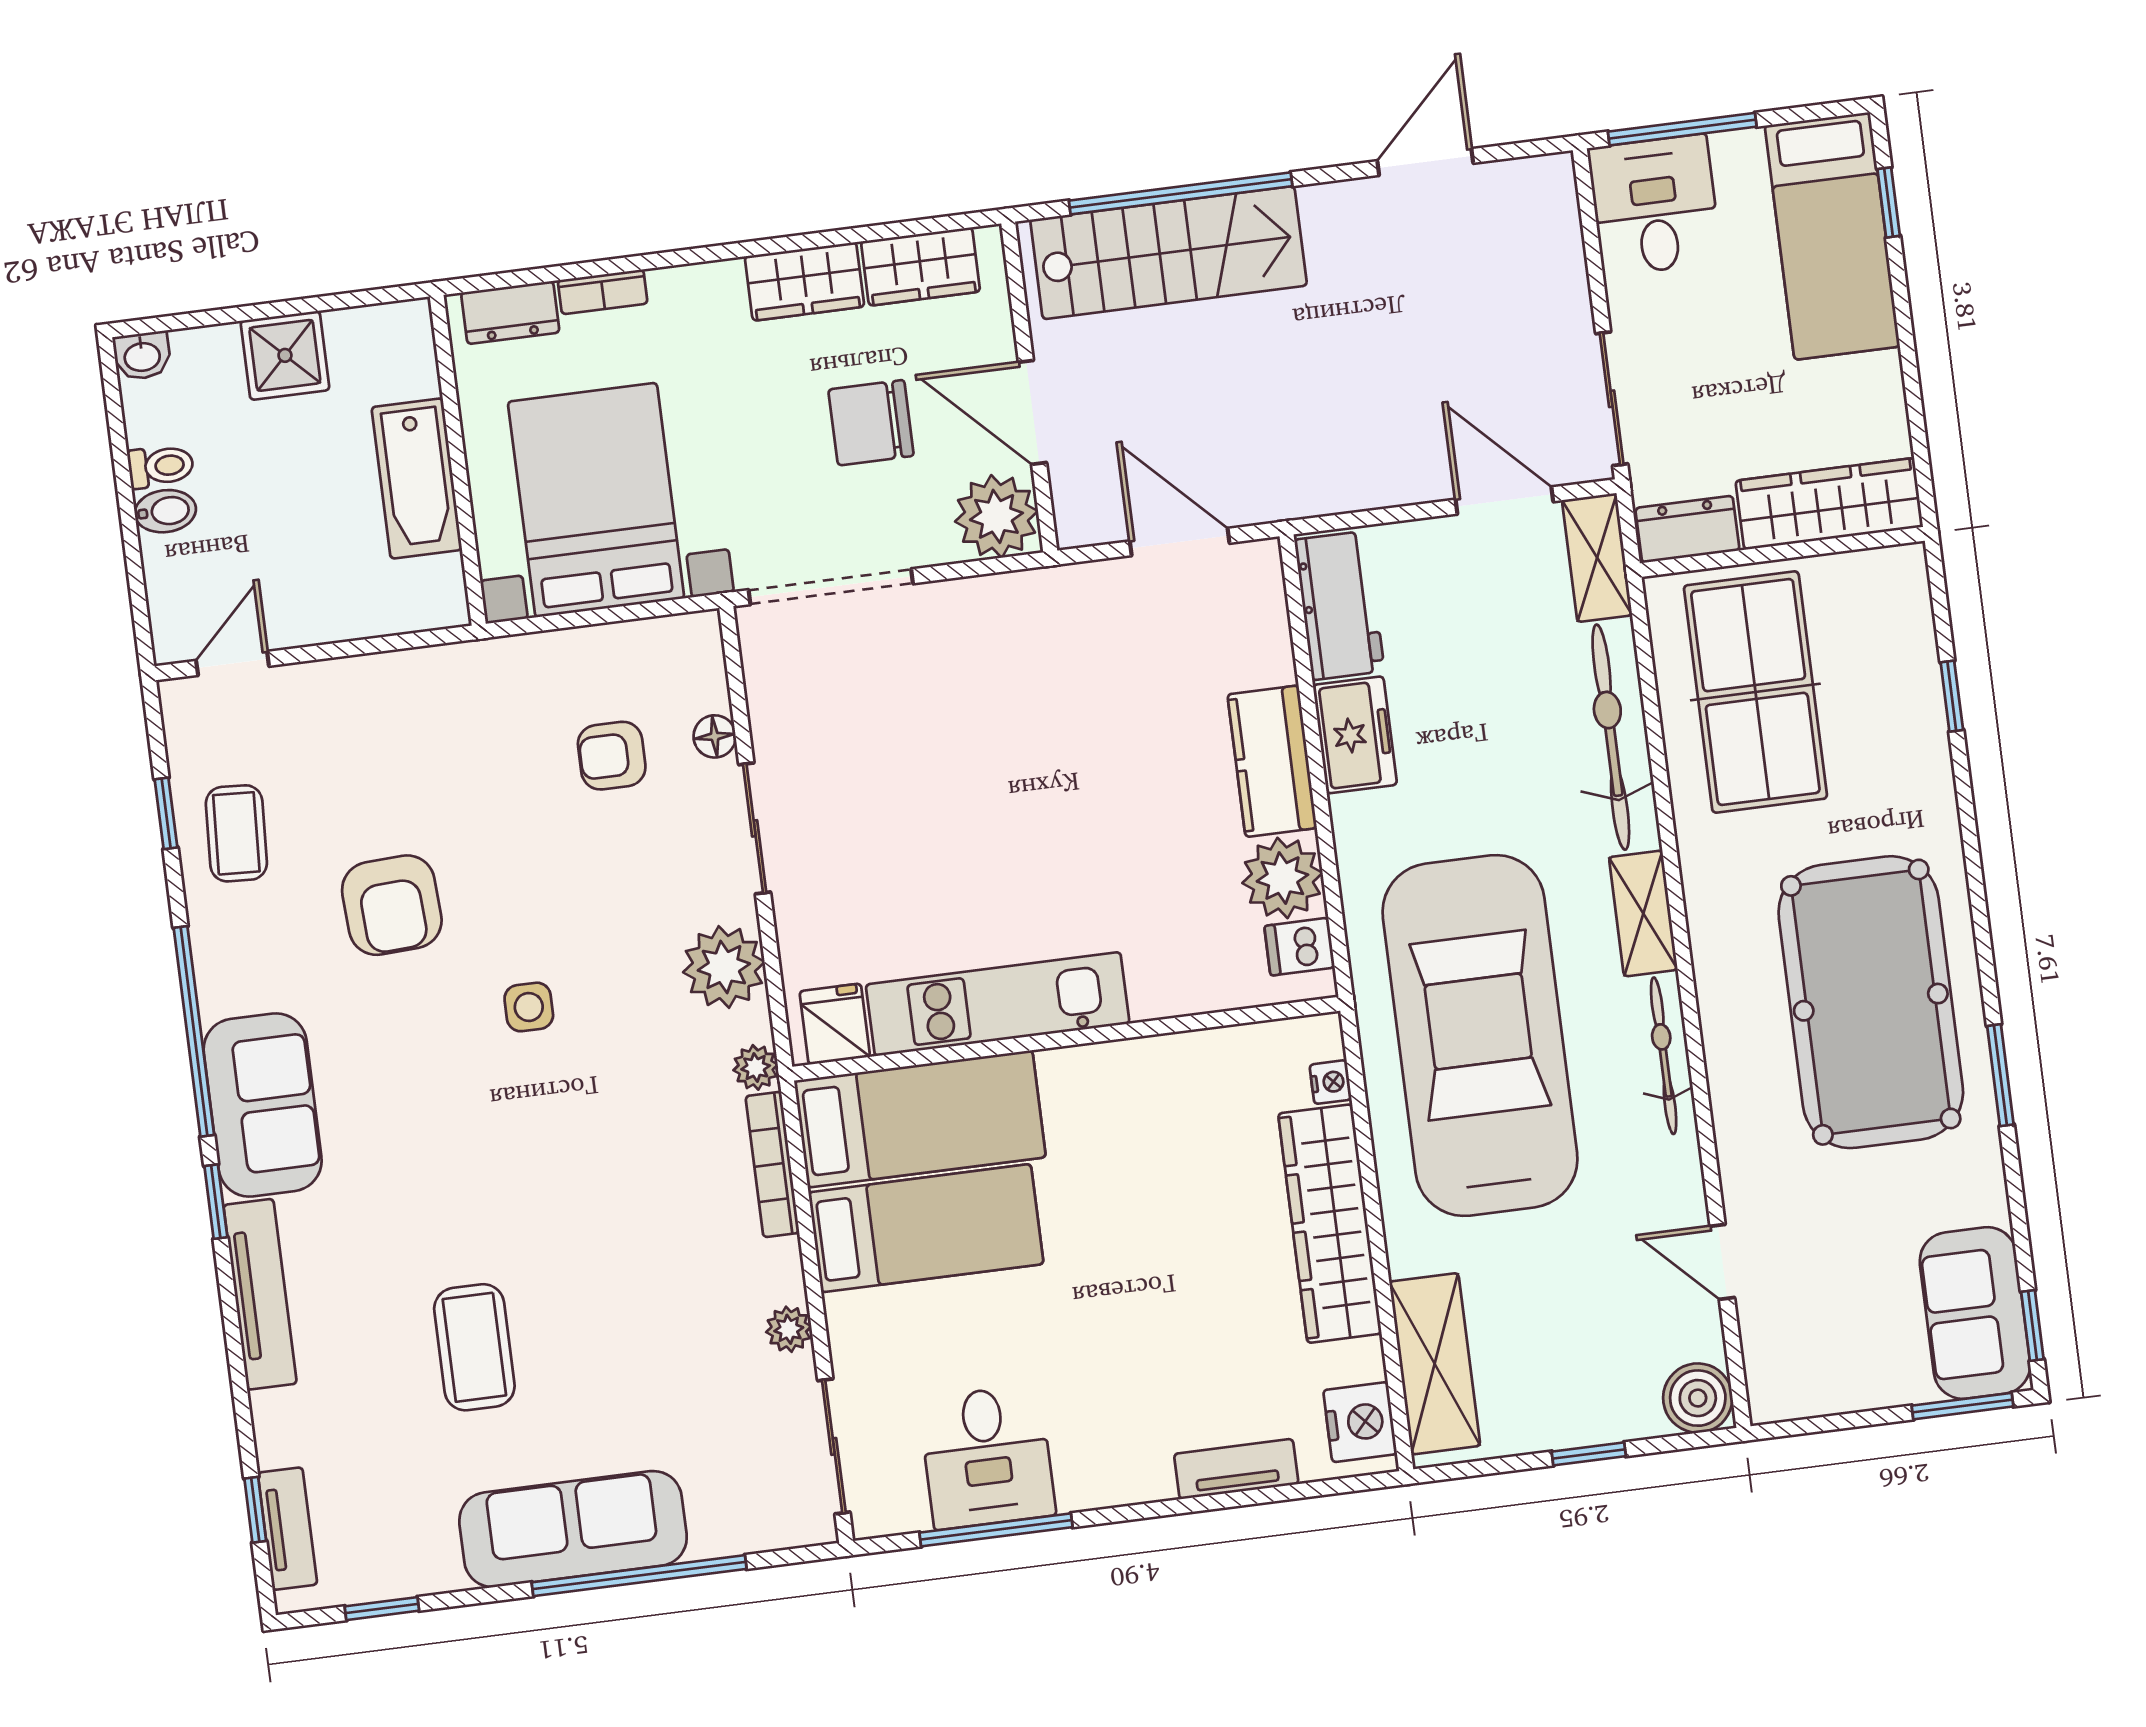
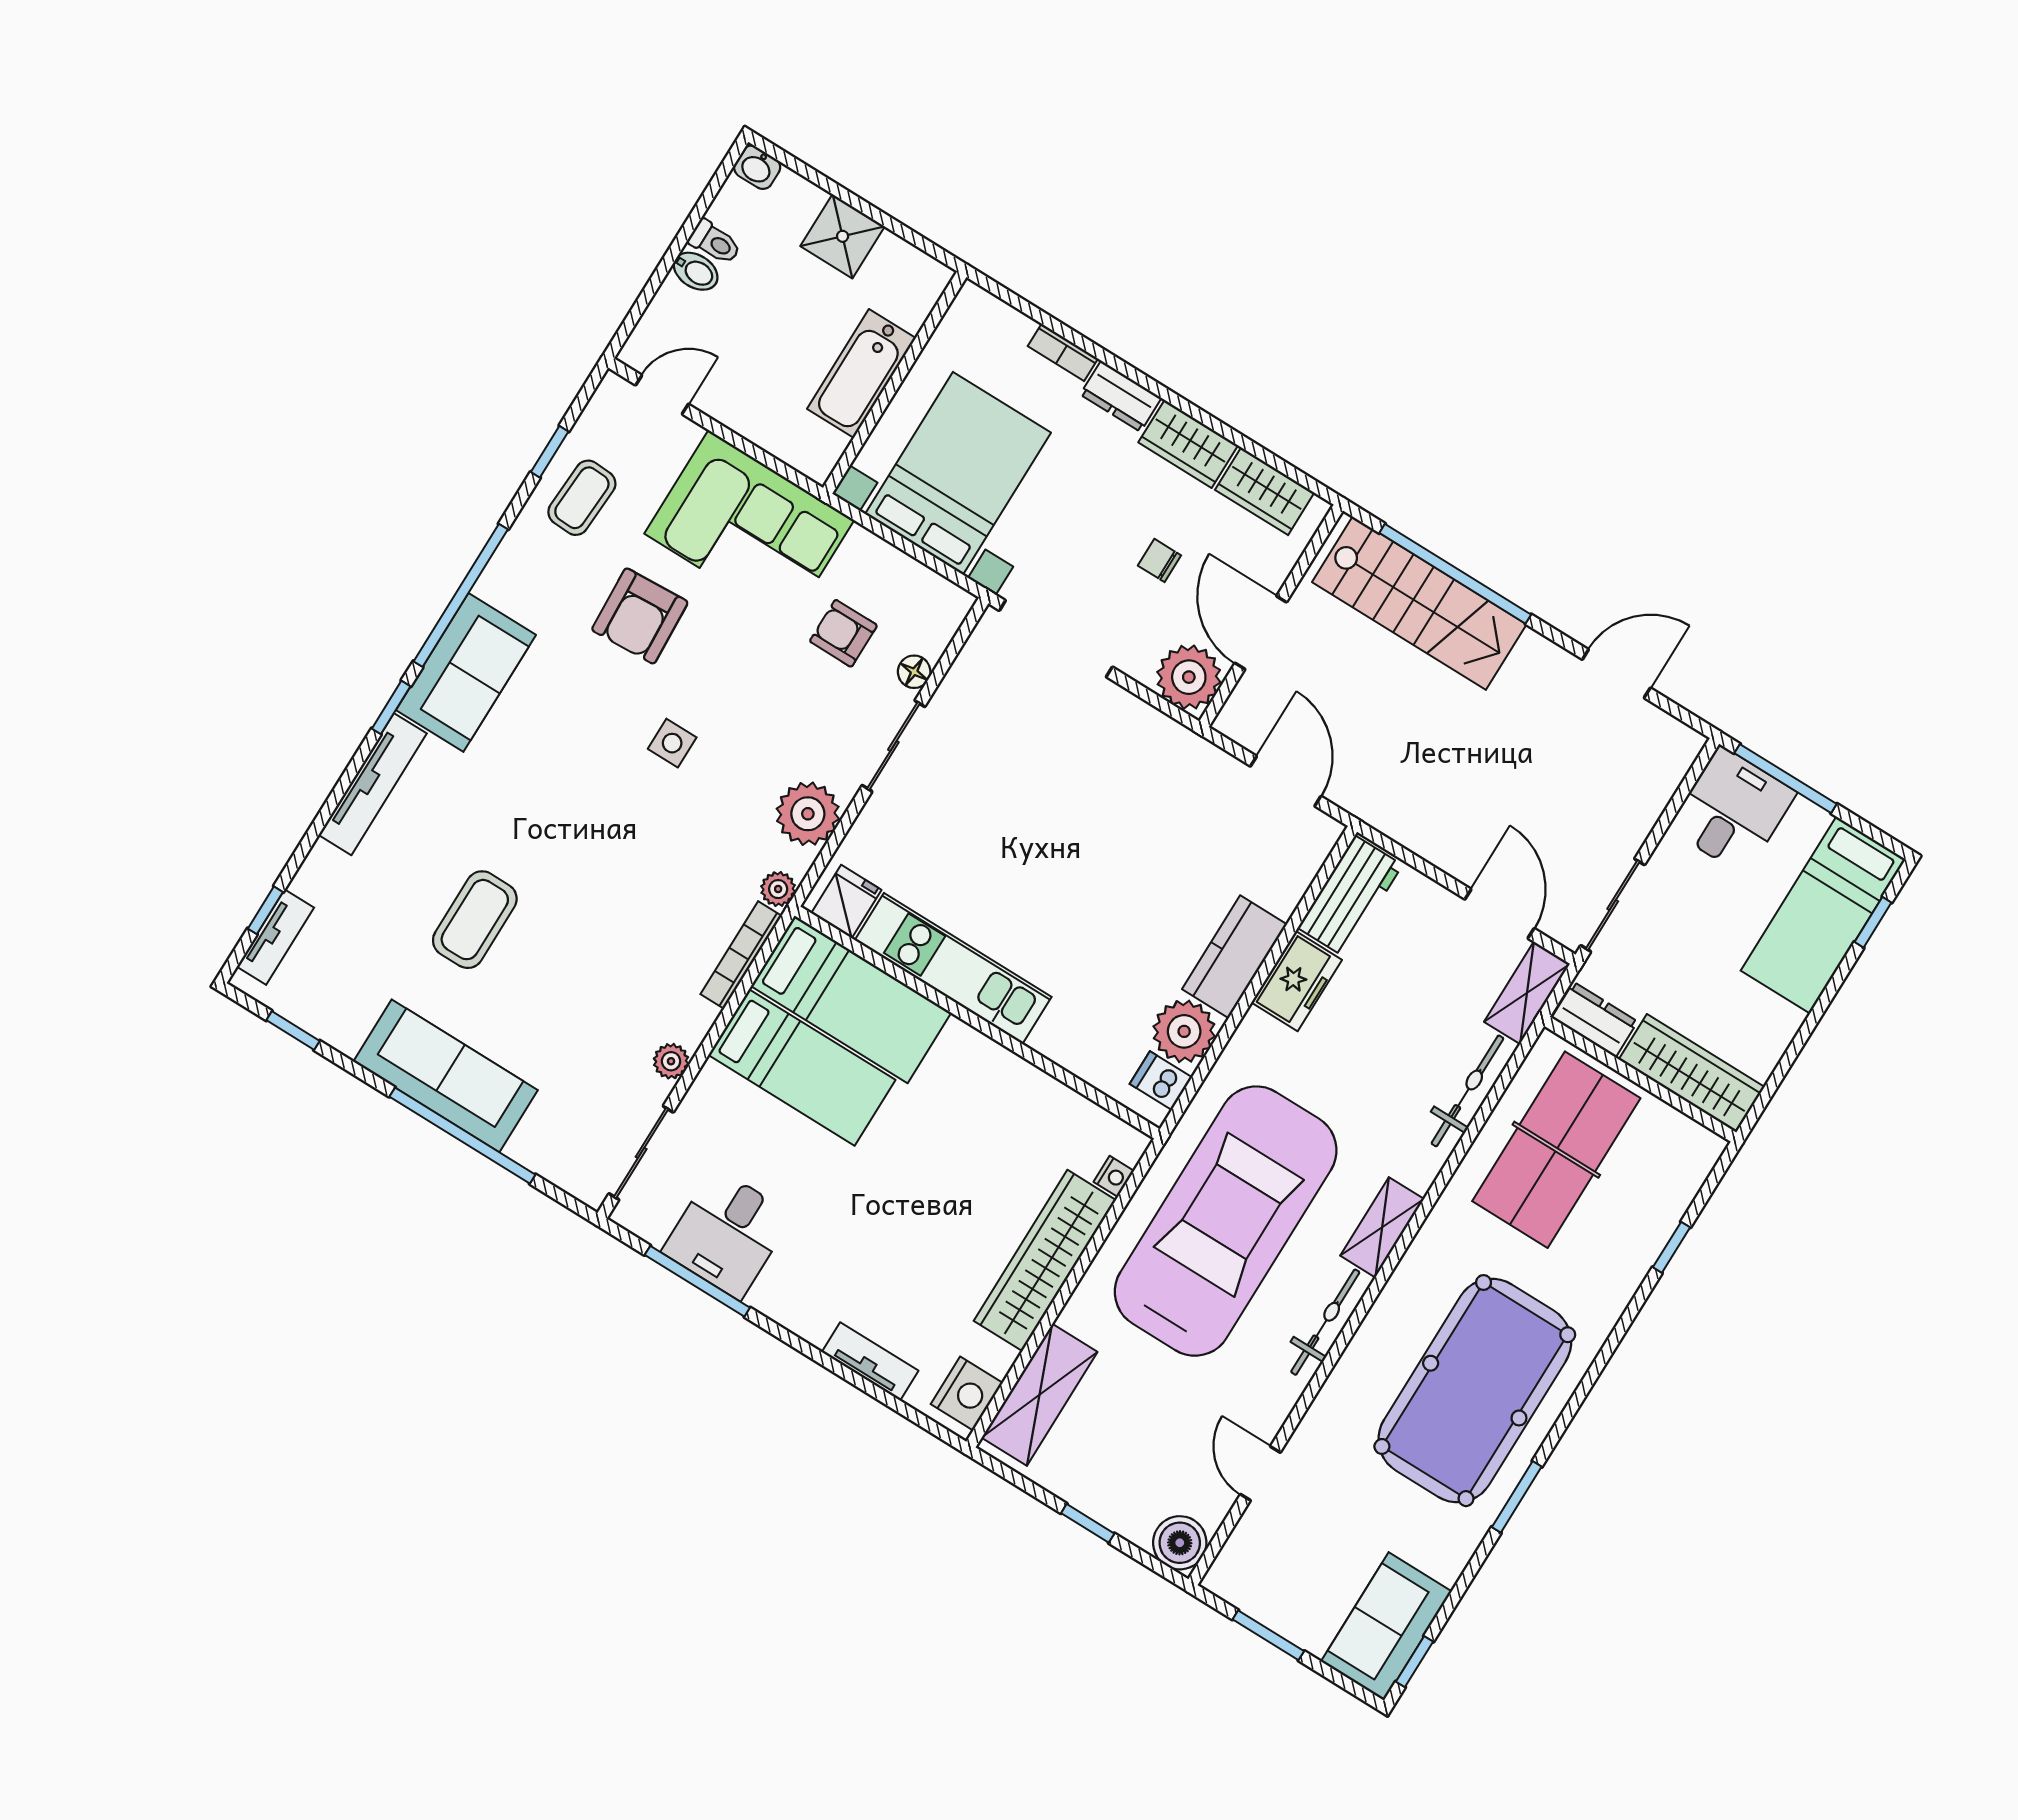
dresser: (510, 313) -> (1121, 396), moved
chair: (871, 423) -> (1159, 560), width x0.54, depth x0.54
corner sofa: (429, 725) -> (749, 527), added
bicycle: (1611, 737) -> (1467, 1091), width x0.73, depth x0.71
window: (1963, 1406) -> (1268, 1635), moved

